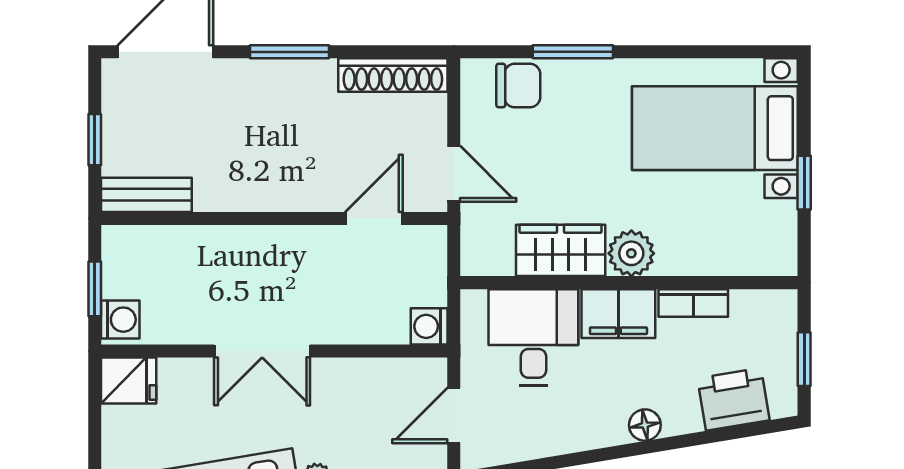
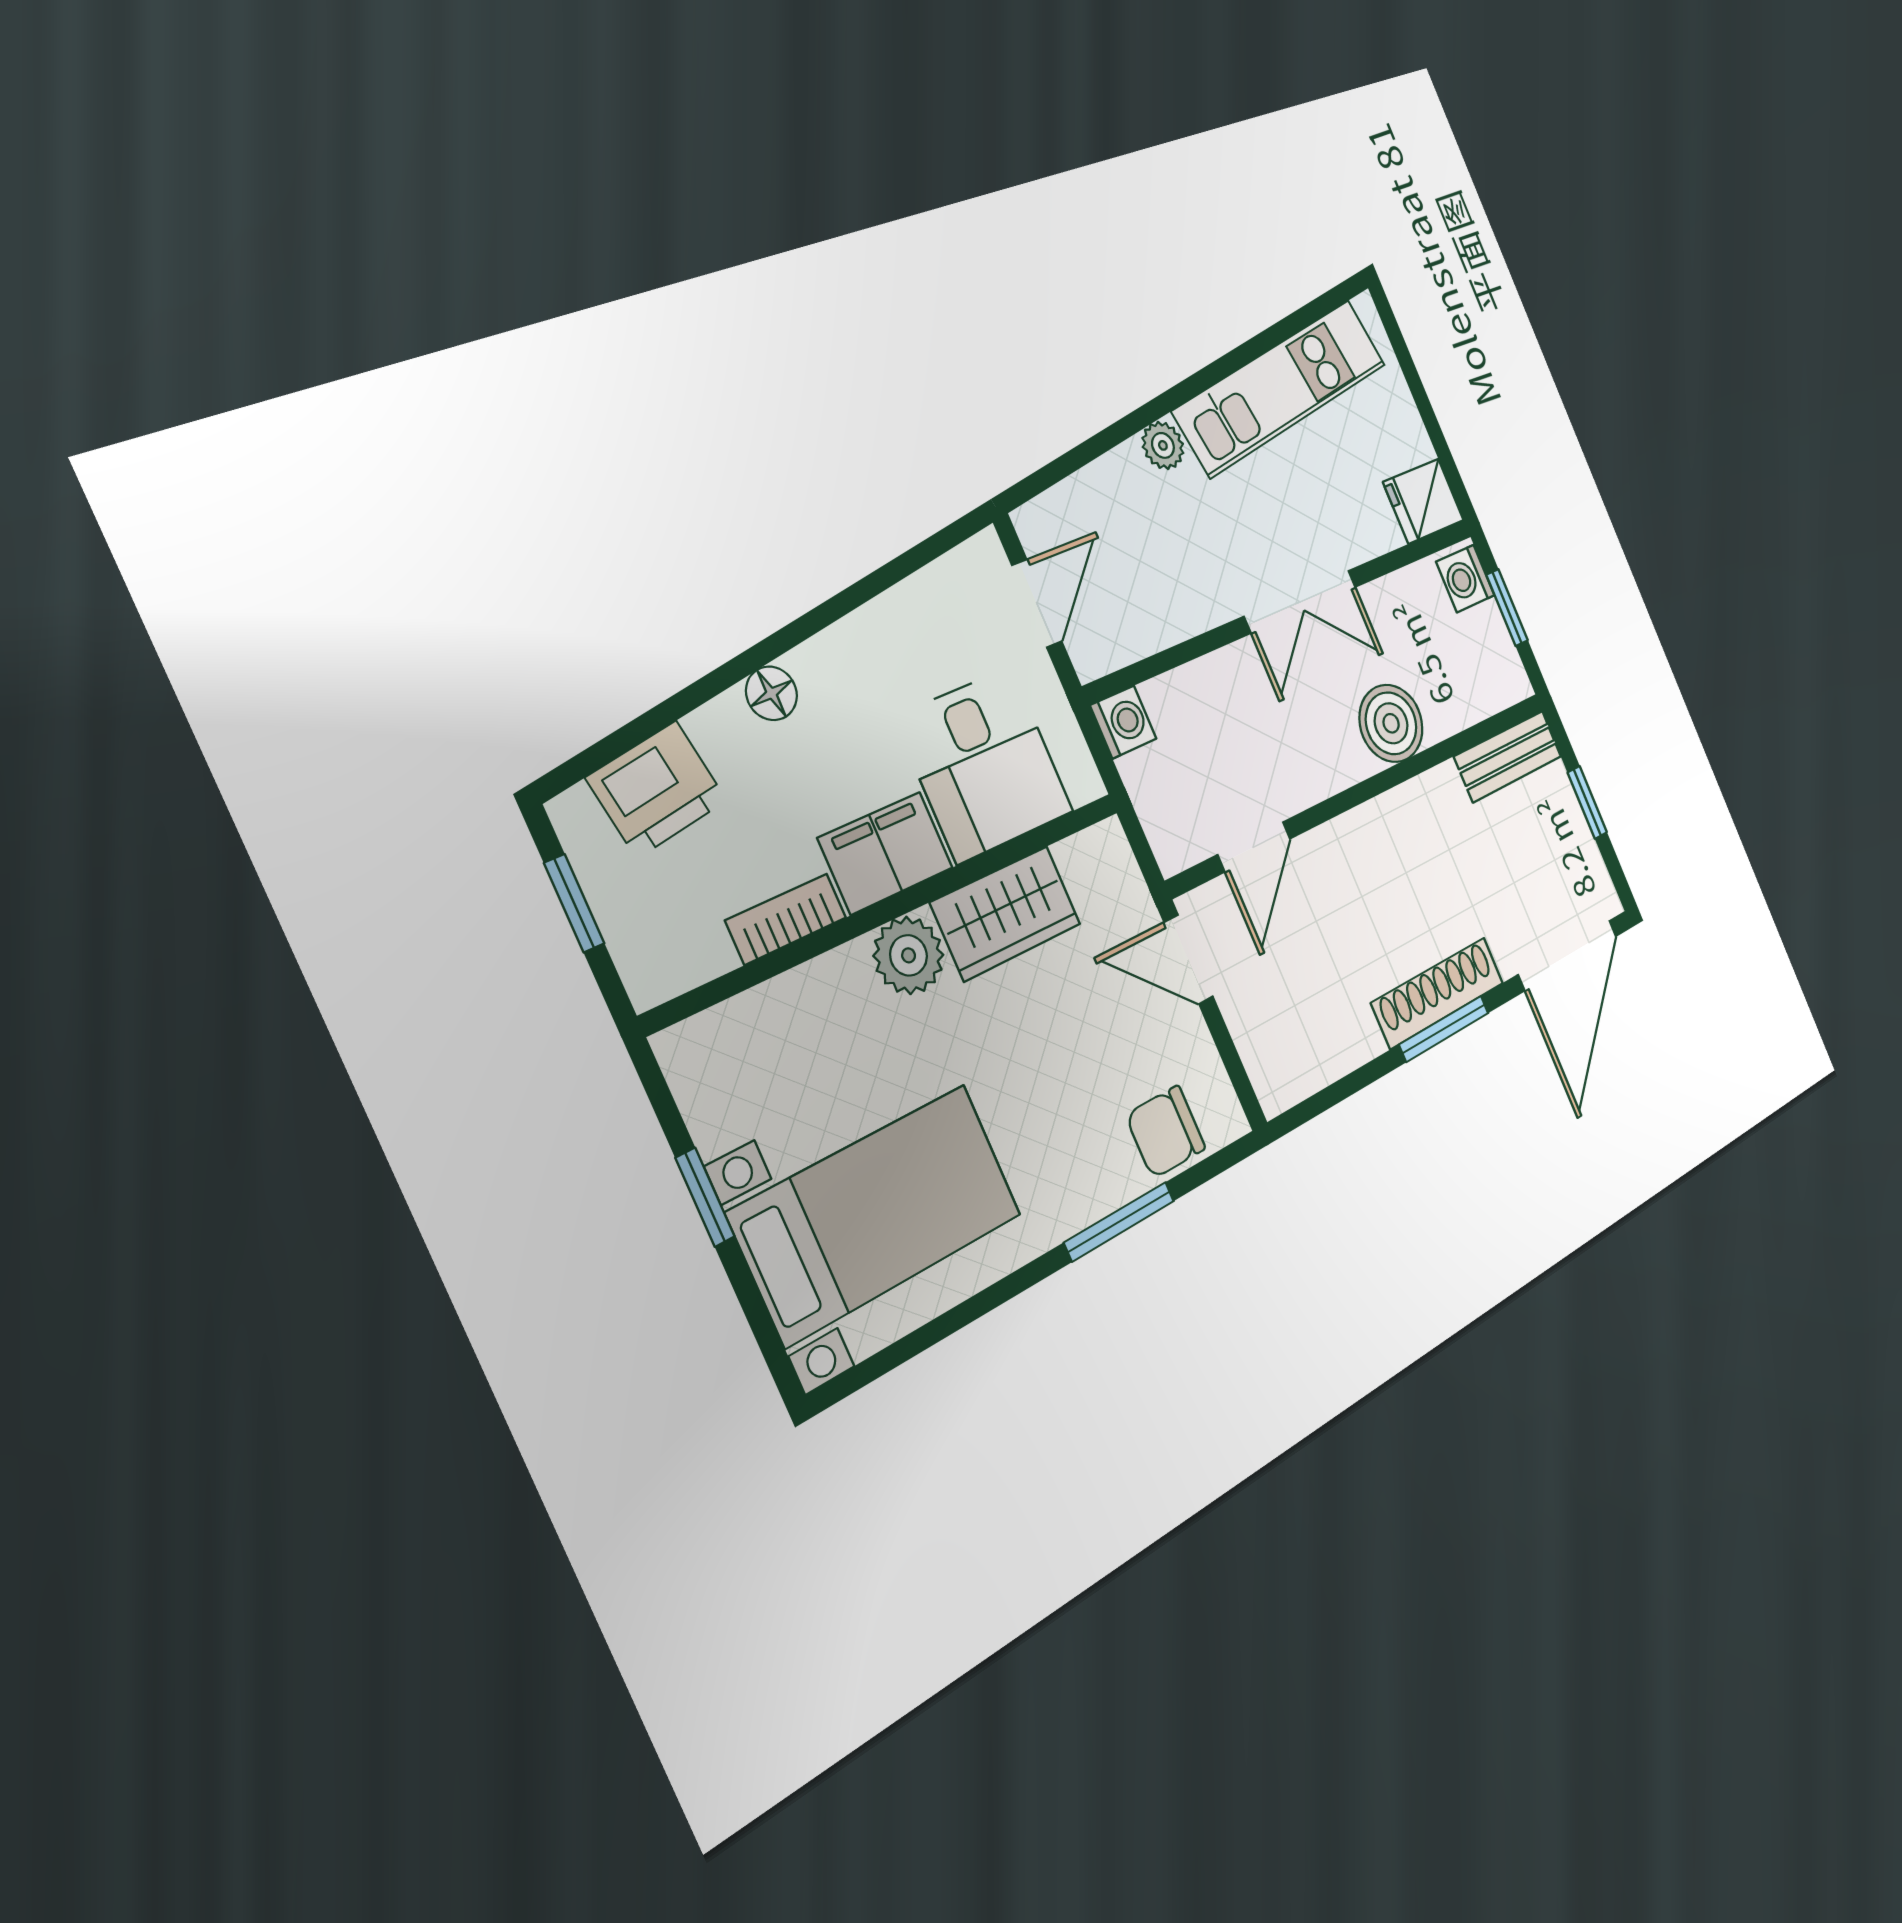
shoe rack: (393, 75) -> (1438, 993), moved
boiler: (231, 251) -> (1391, 723), added
double door: (262, 351) -> (1300, 602), swing flipped

